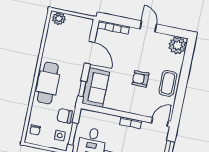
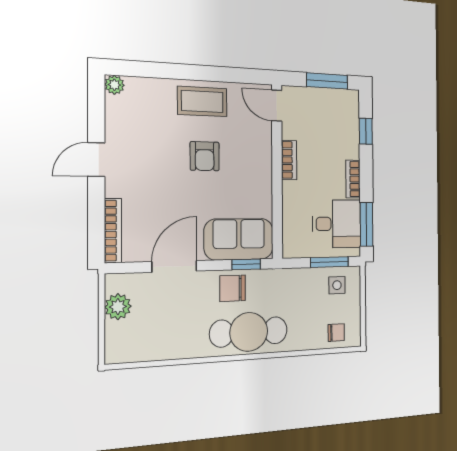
plant: (59, 19) -> (118, 307), moved
plant: (178, 45) -> (114, 85), width x0.53, depth x0.53
chair: (65, 116) -> (233, 288), moved, turned 90

